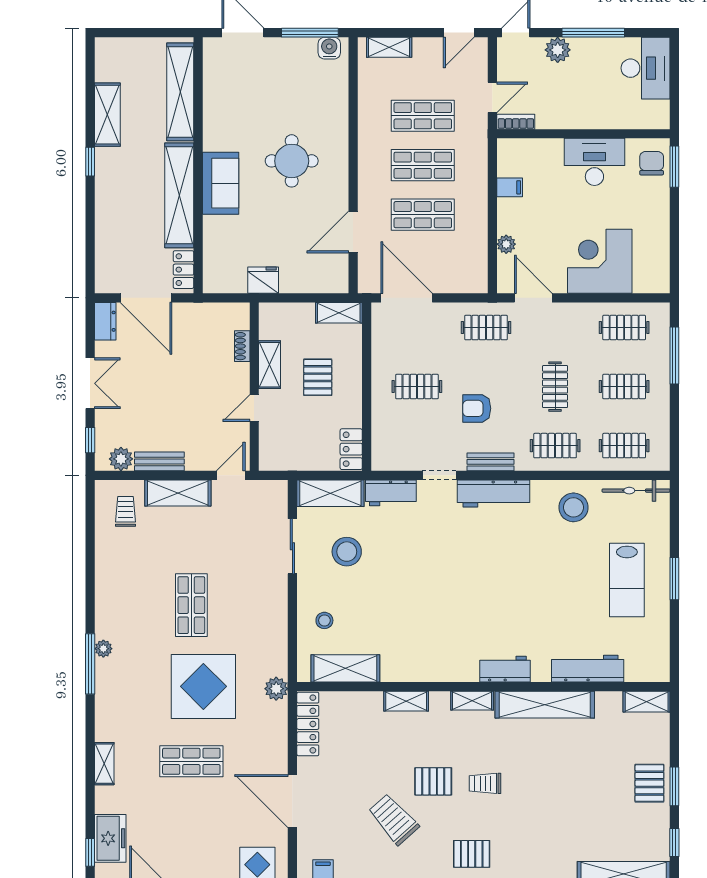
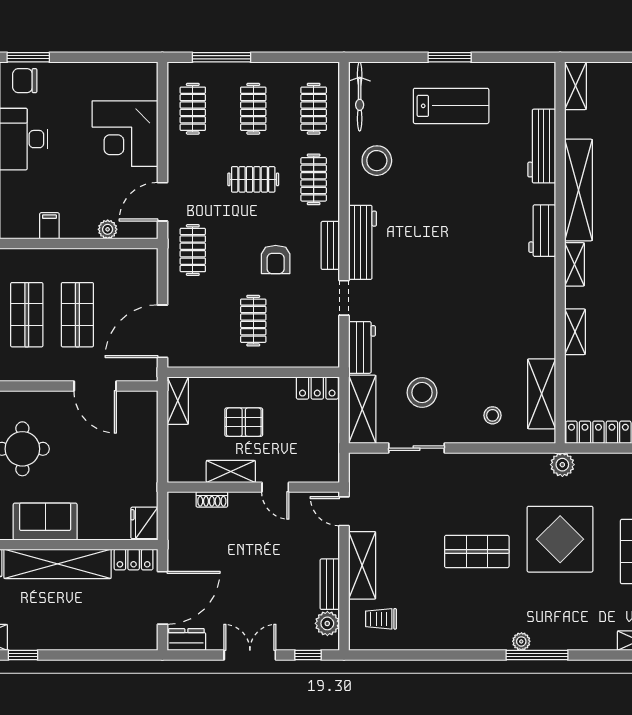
fridge: (263, 280) -> (144, 523), moved

